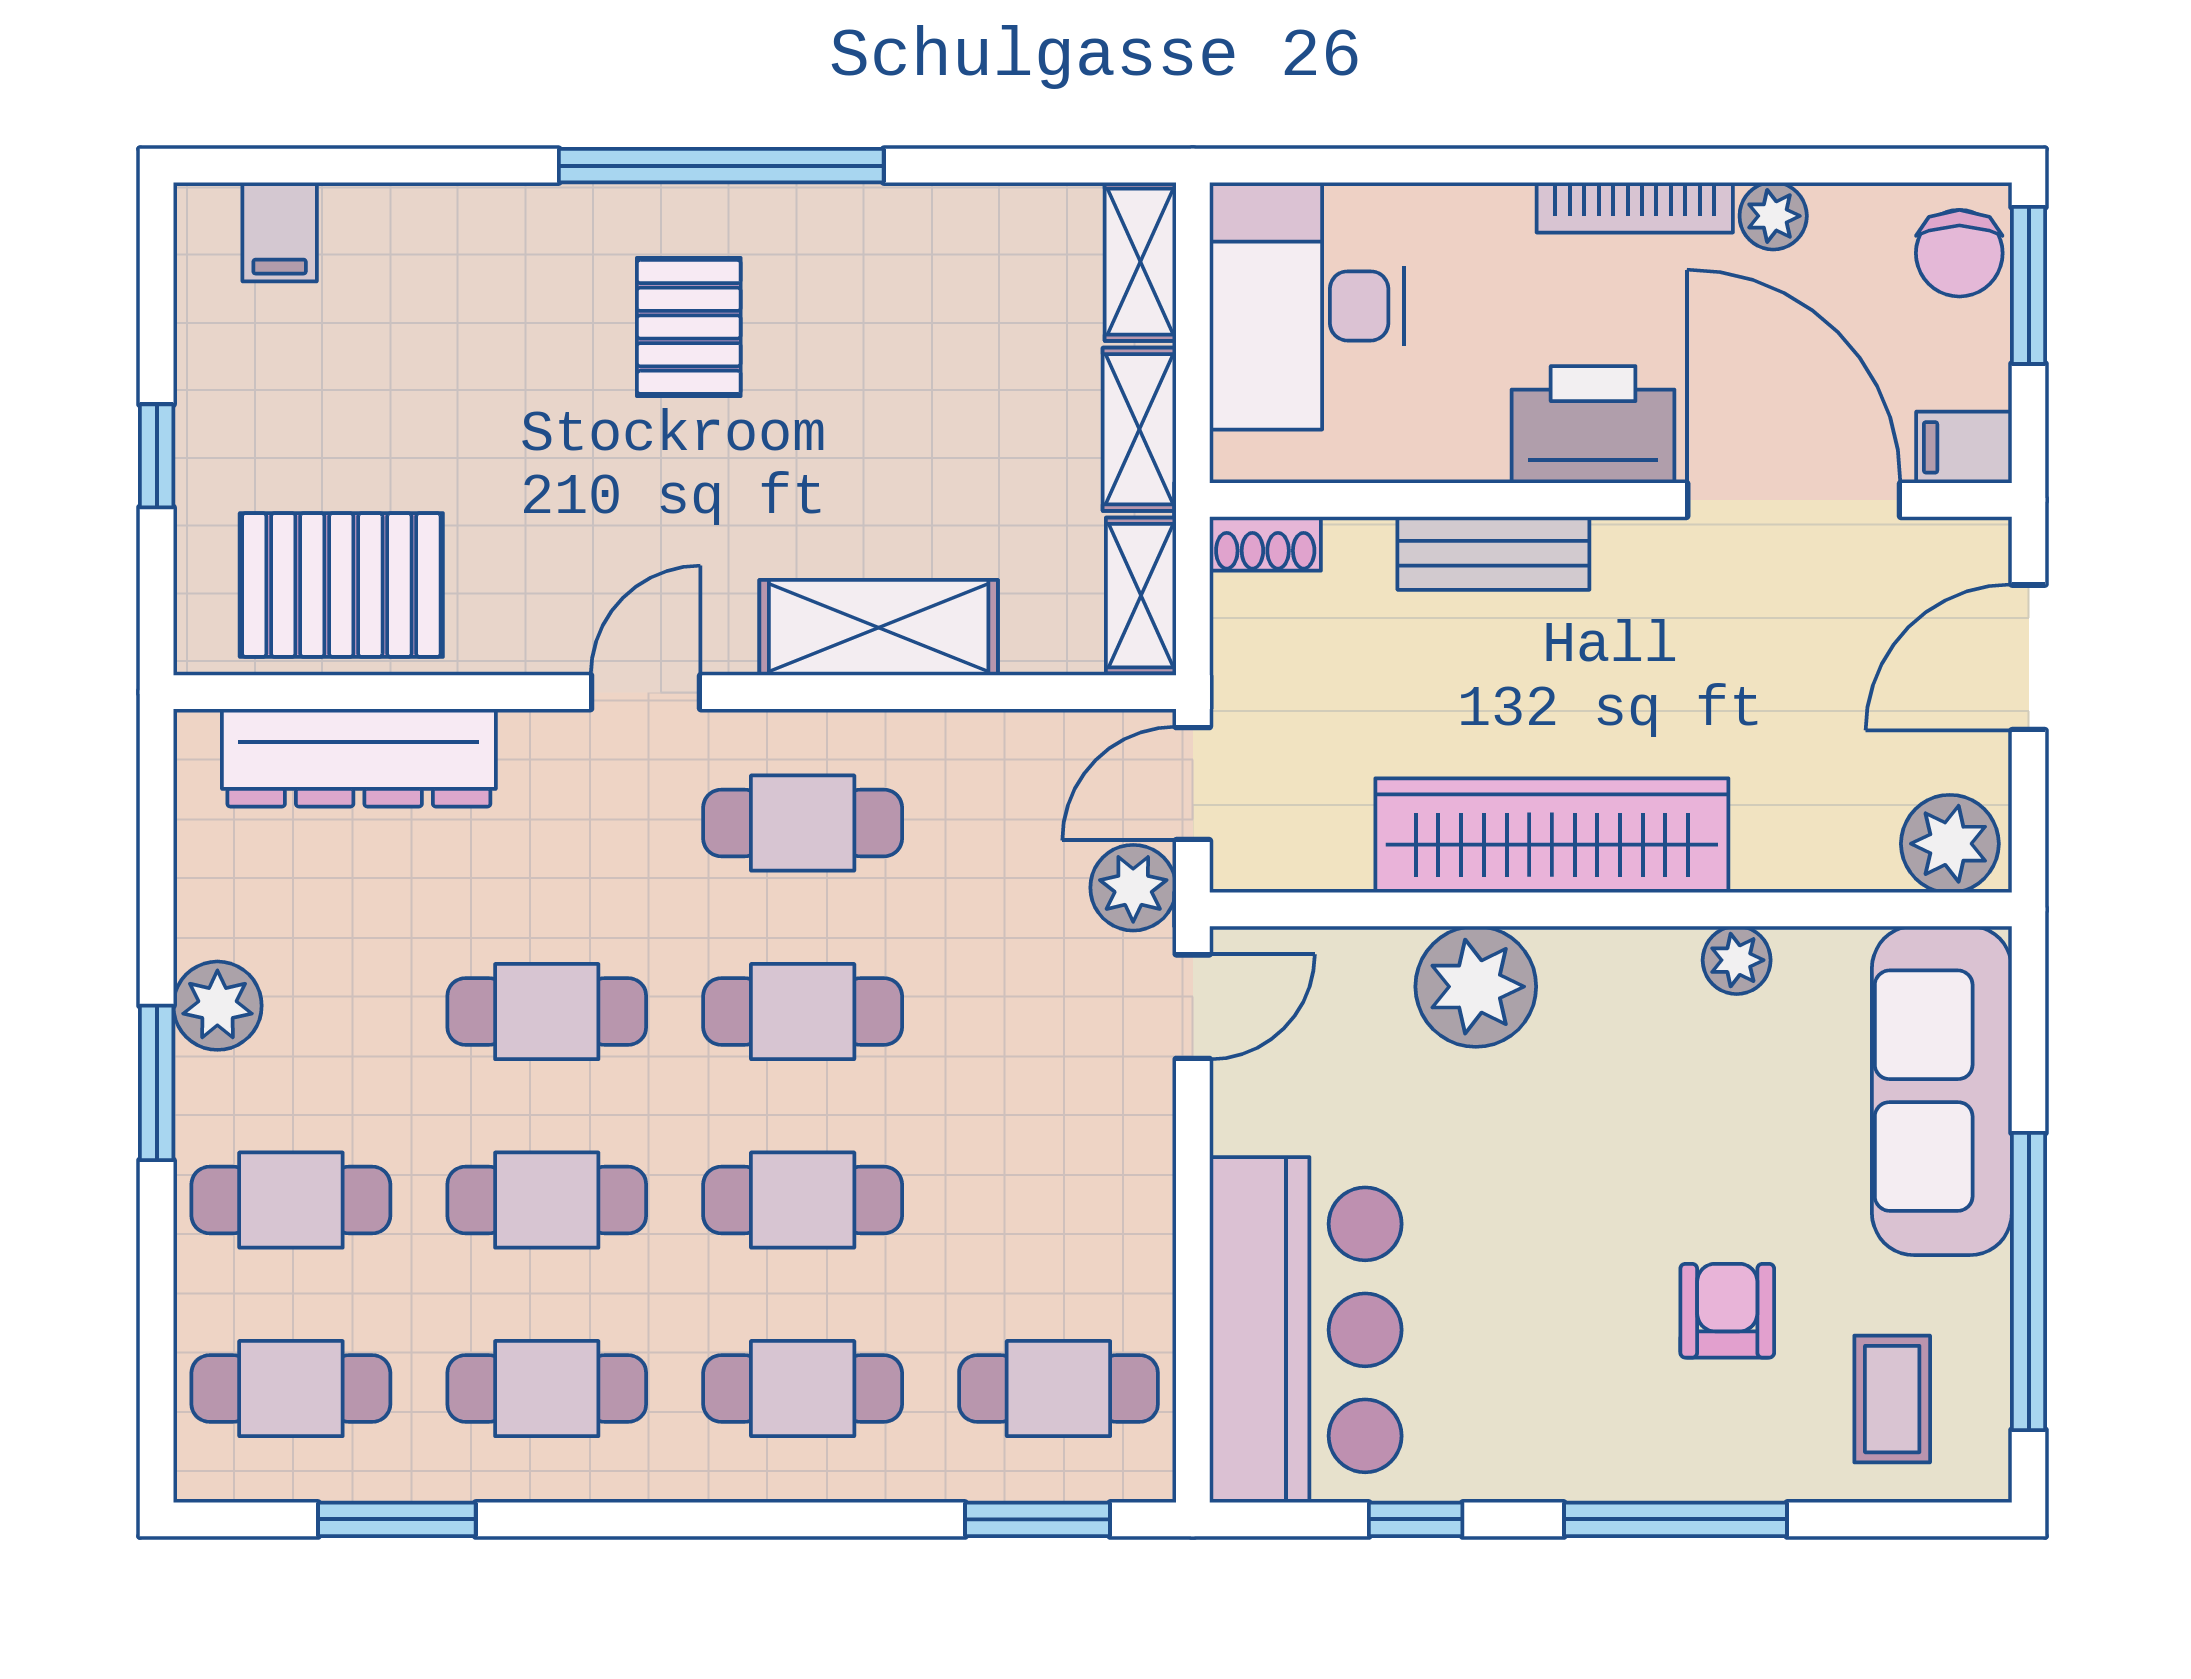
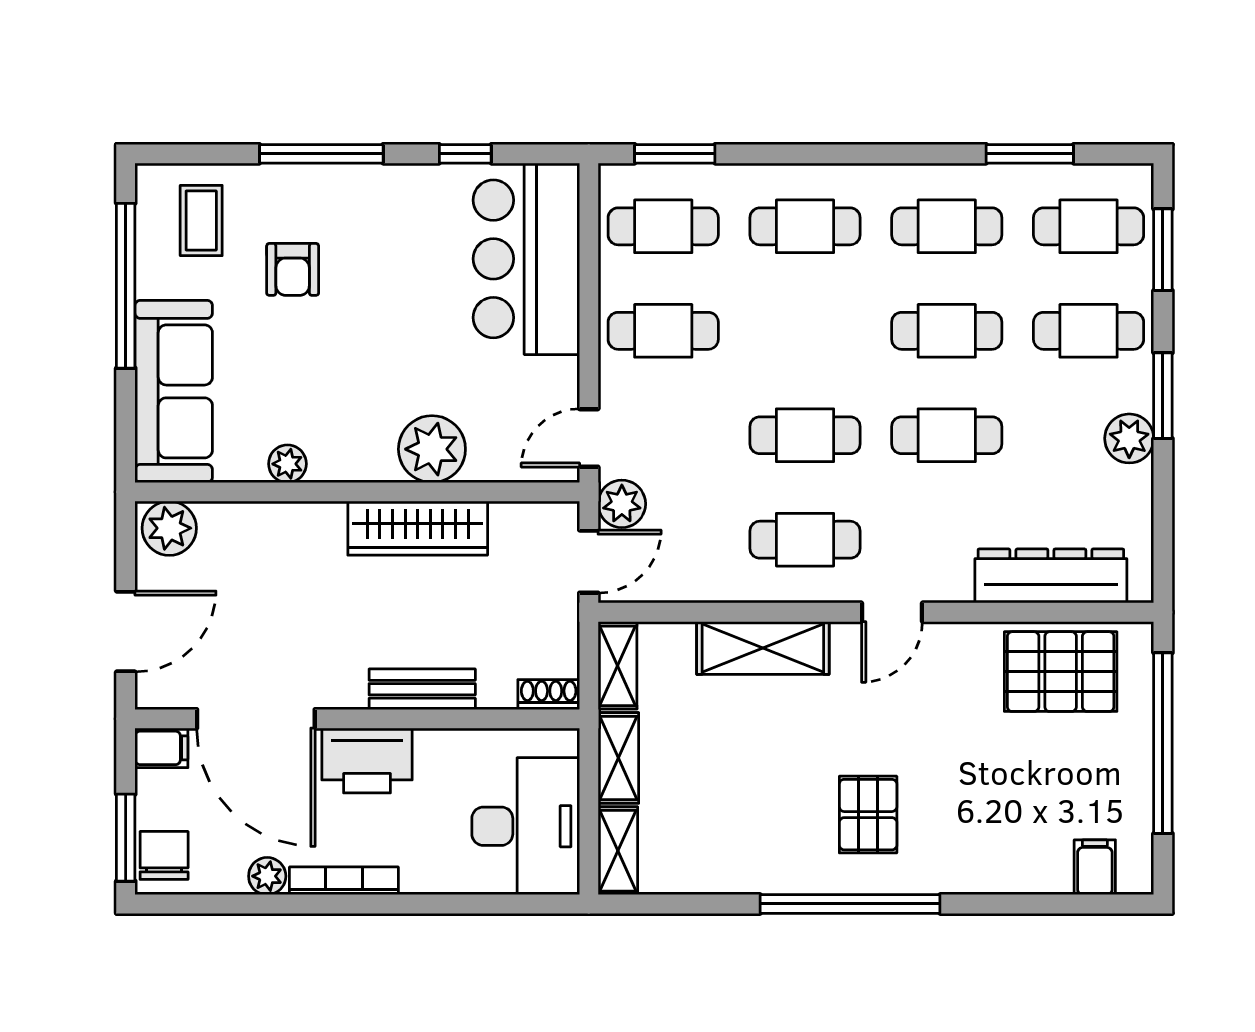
window: (157, 456) -> (1163, 743), width x3.17
wardrobe: (1552, 835) -> (418, 528), width x0.71, depth x0.85
cafe table: (803, 1200) -> (663, 331), moved
window: (157, 1346) -> (1163, 250), added

